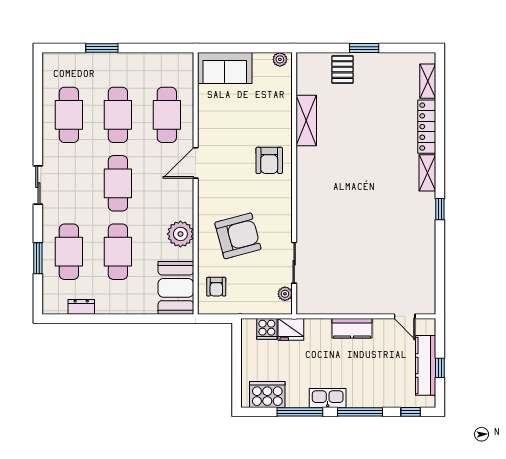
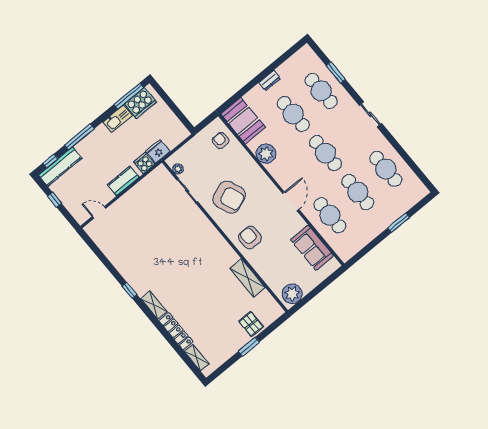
plant: (280, 59) -> (292, 294), width x1.87, depth x1.87
sofa: (225, 68) -> (312, 248), moved, turned -90
armchair: (238, 236) -> (229, 197), moved, turned -97
dresser: (81, 307) -> (270, 80), moved
cooker: (267, 329) -> (144, 163), moved
kitchen counter: (426, 365) -> (60, 167), moved, turned 90
kitchen sink: (328, 398) -> (118, 119), moved
window: (300, 412) -> (129, 96), moved

